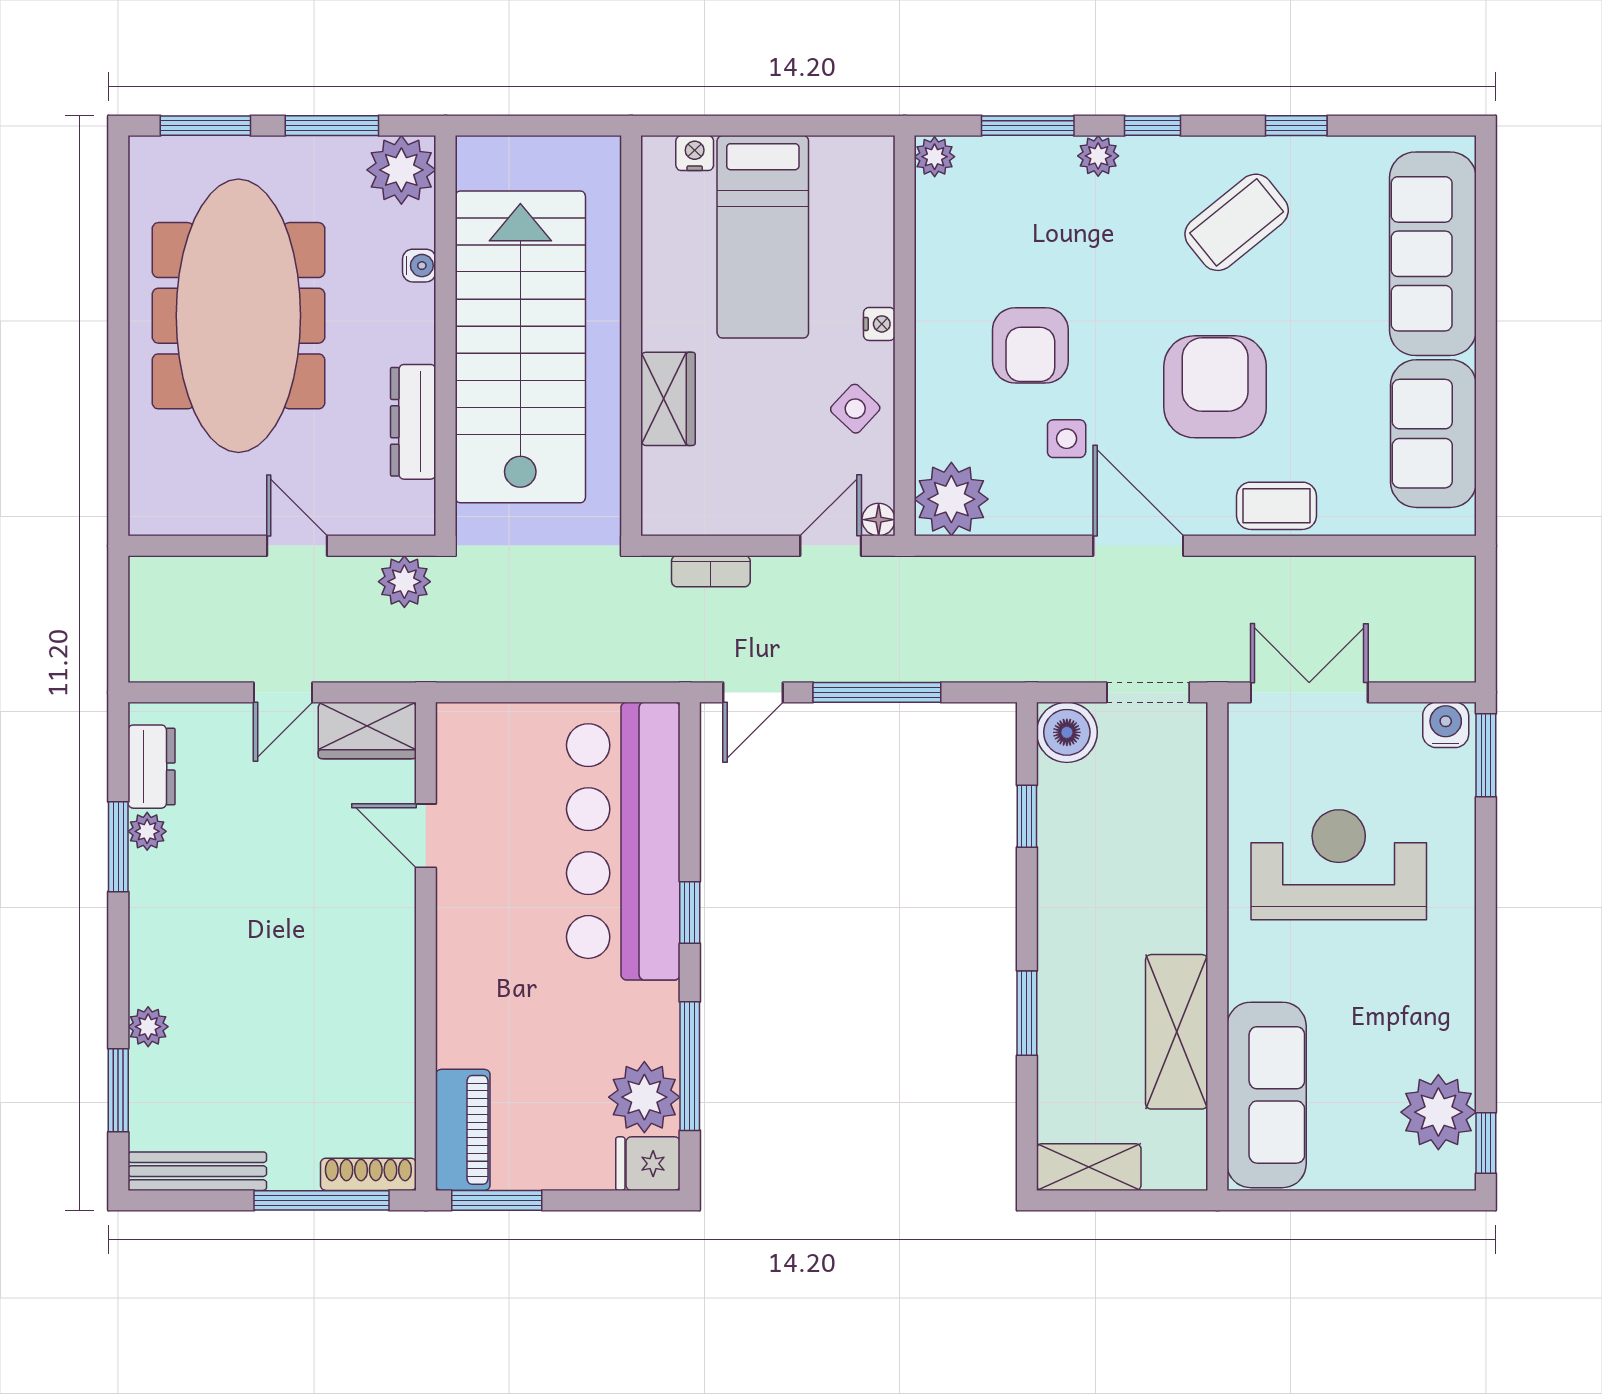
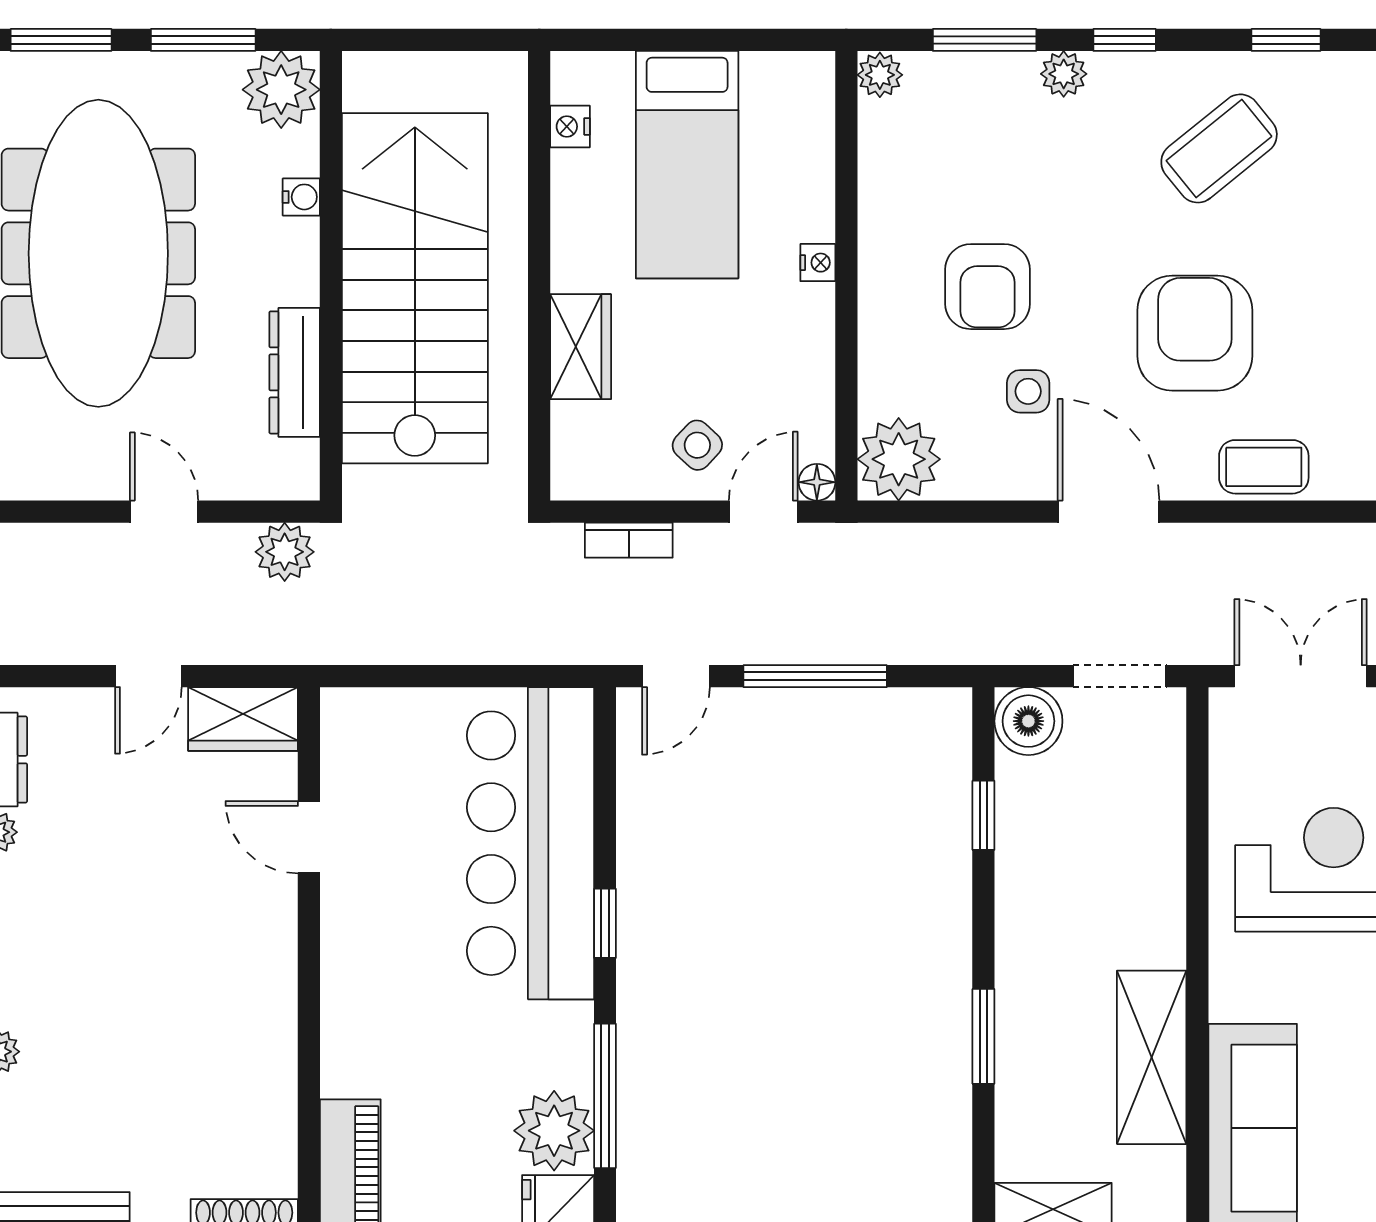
nightstand: (695, 153) -> (570, 126), moved, turned -90
side table: (855, 409) -> (697, 445), moved

